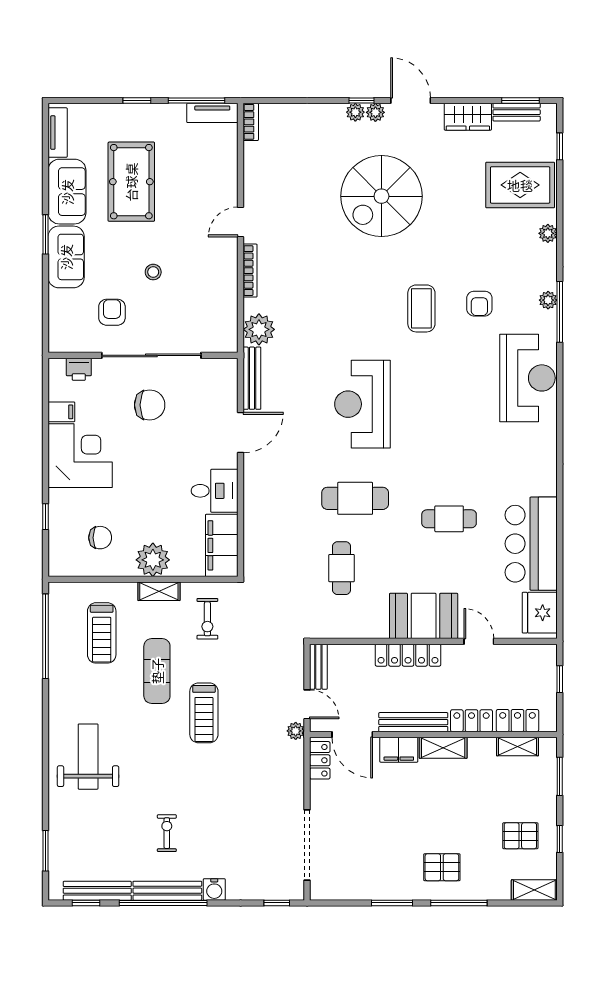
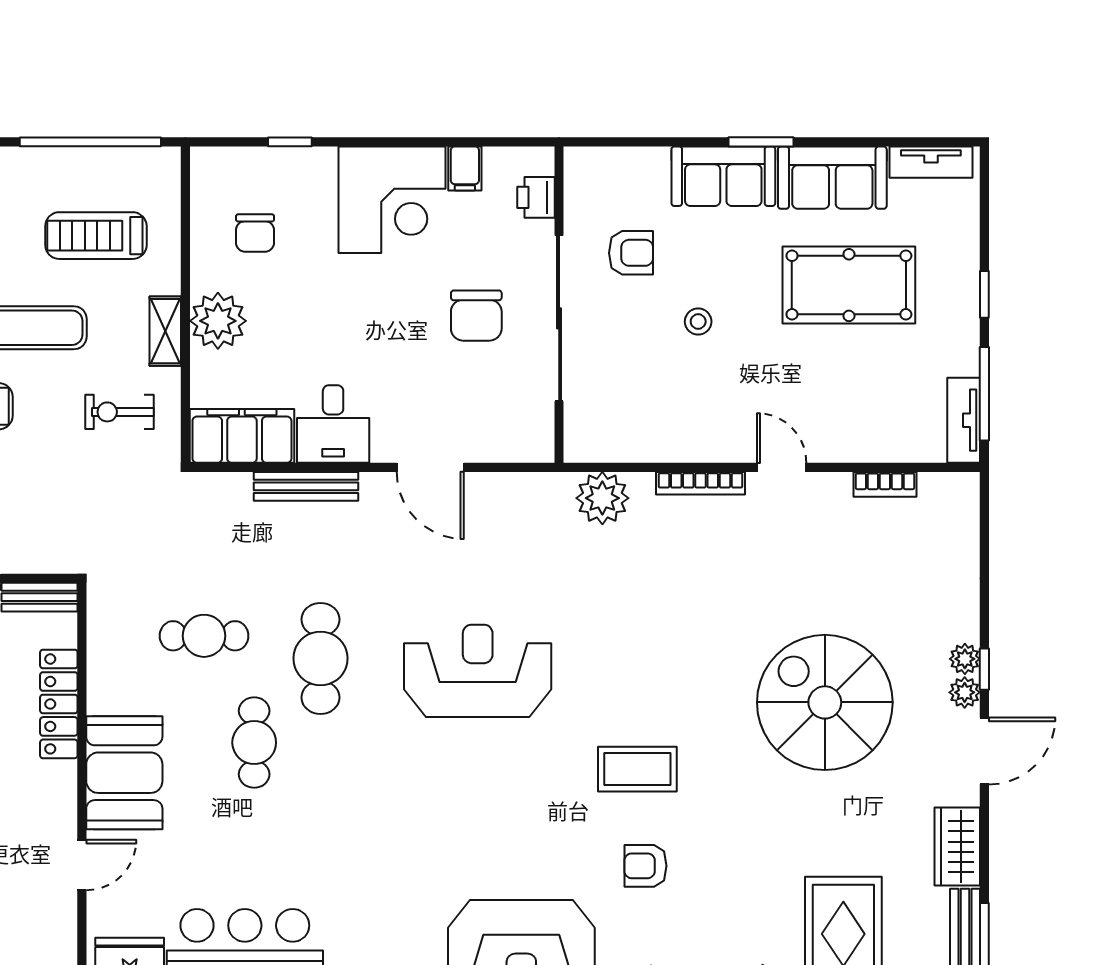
bookcase: (251, 122) -> (885, 484), moved
bench: (252, 378) -> (306, 486), moved
cafe table: (449, 519) -> (254, 743), moved
locker: (408, 655) -> (59, 704), moved

